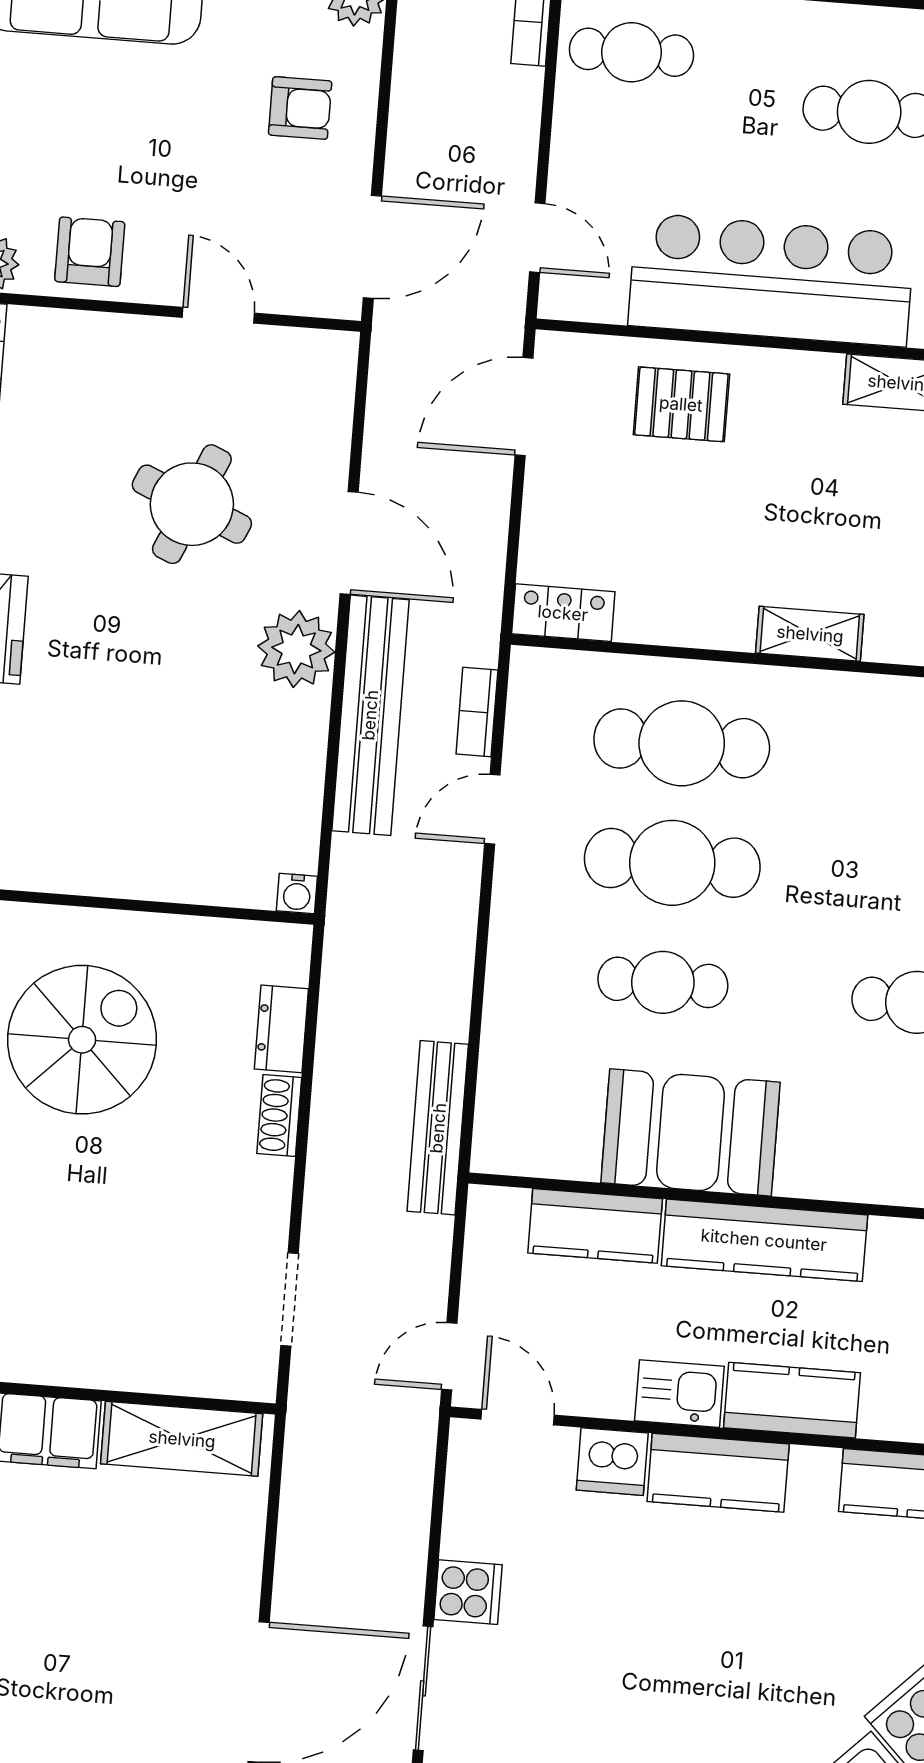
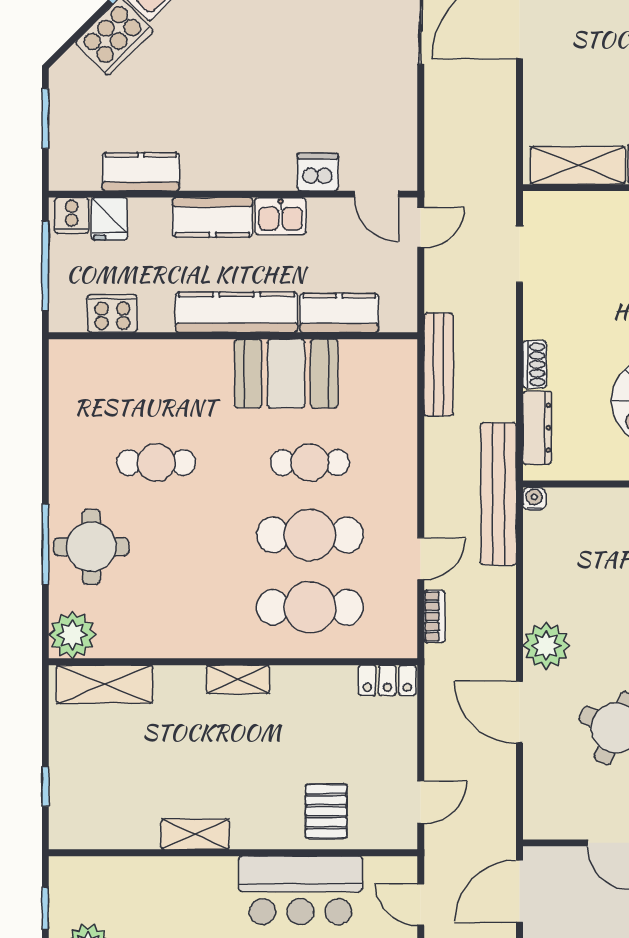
bar counter: (771, 280) -> (300, 890), width x0.73
pallet: (681, 404) -> (326, 811), turned 90
door: (524, 407) -> (421, 802), width x0.73
bench: (370, 715) -> (498, 494), moved
dresser: (281, 1029) -> (537, 428), width x1.44
kitchen counter: (718, 1473) -> (253, 170), removed
cooker: (468, 1592) -> (398, 87), removed

